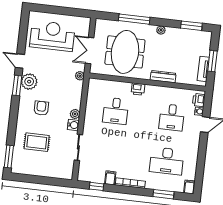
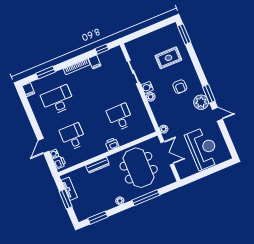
reception desk: (52, 36) -> (203, 148), turned -90

